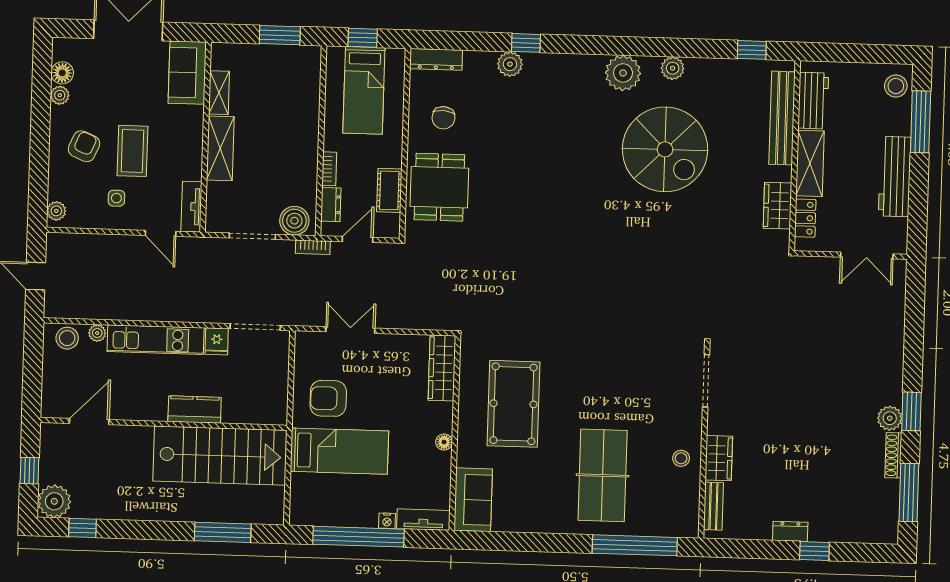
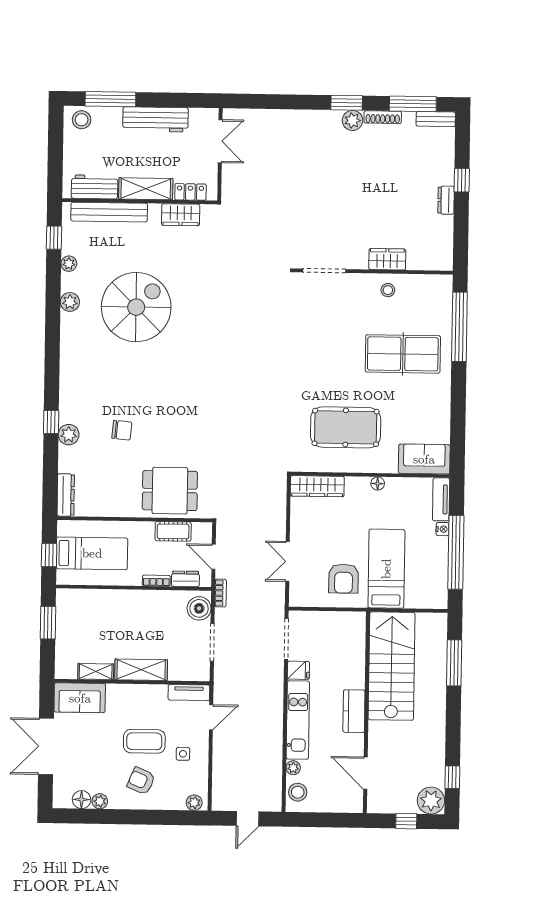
plant: (623, 73) -> (69, 264), moved, width x0.53, depth x0.53
chair: (443, 118) -> (122, 430), moved
kitchen counter: (195, 410) -> (354, 711), moved
bench: (713, 506) -> (436, 119), moved

